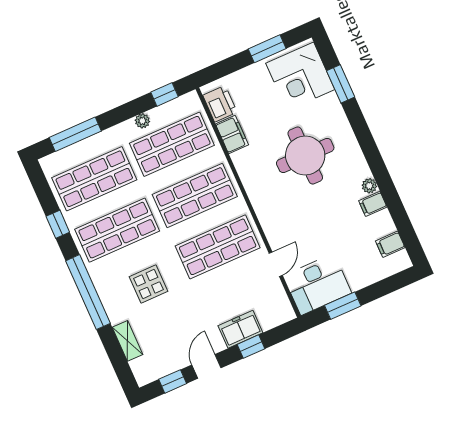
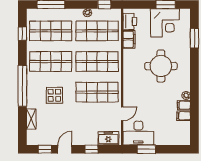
corner desk: (300, 76) -> (165, 23), moved, turned -90
window: (58, 224) -> (22, 34), moved
filing cabinet: (390, 244) -> (184, 116), moved
freezer: (240, 329) -> (108, 138), moved

